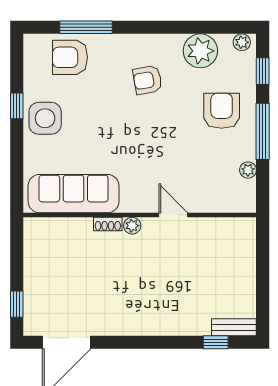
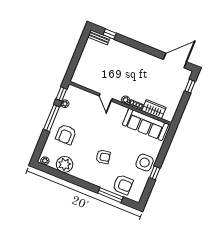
window: (263, 71) -> (61, 94), moved
armchair: (147, 80) -> (103, 157), moved
wardrobe: (69, 230) -> (154, 109), added

